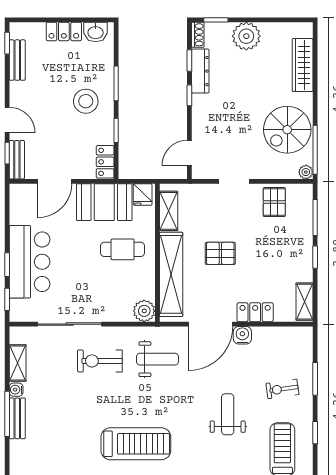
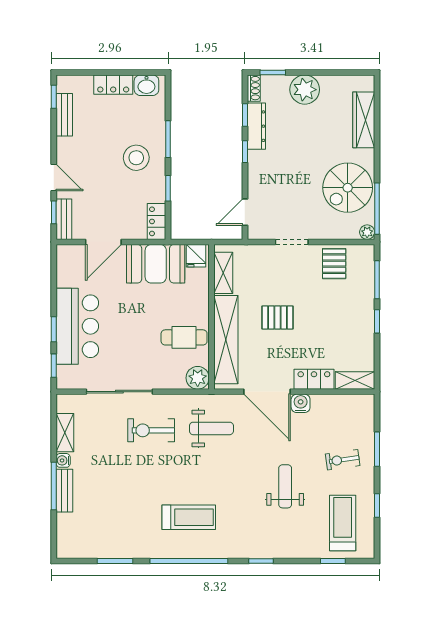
cafe table: (123, 249) -> (184, 337), moved
shelving: (304, 302) -> (355, 380), moved, turned 90
door: (210, 324) -> (267, 392), hinge flipped
treadmill: (136, 444) -> (189, 517), width x0.73, depth x0.73

